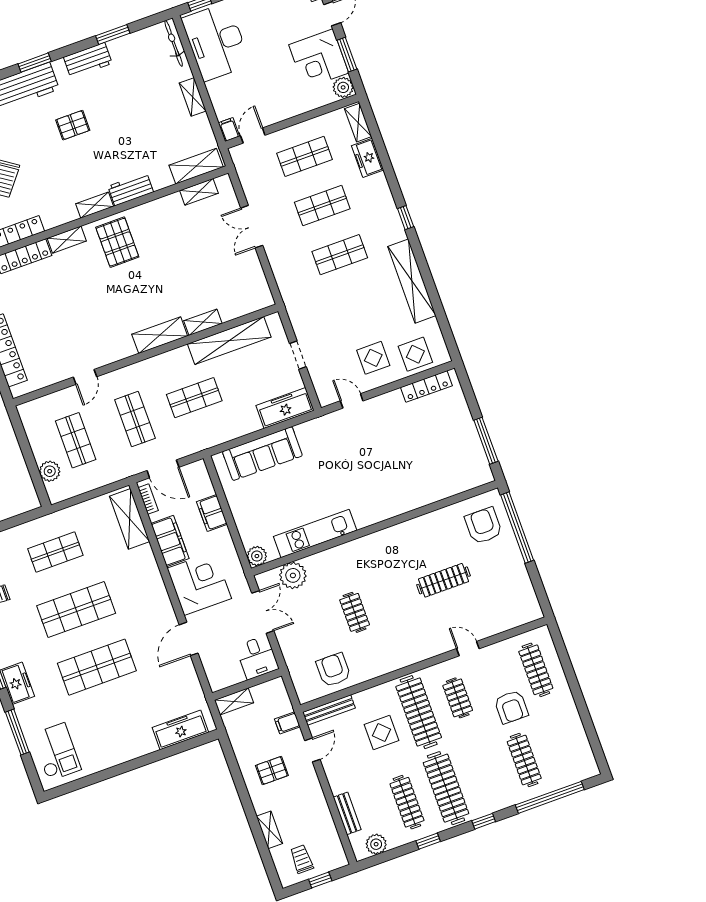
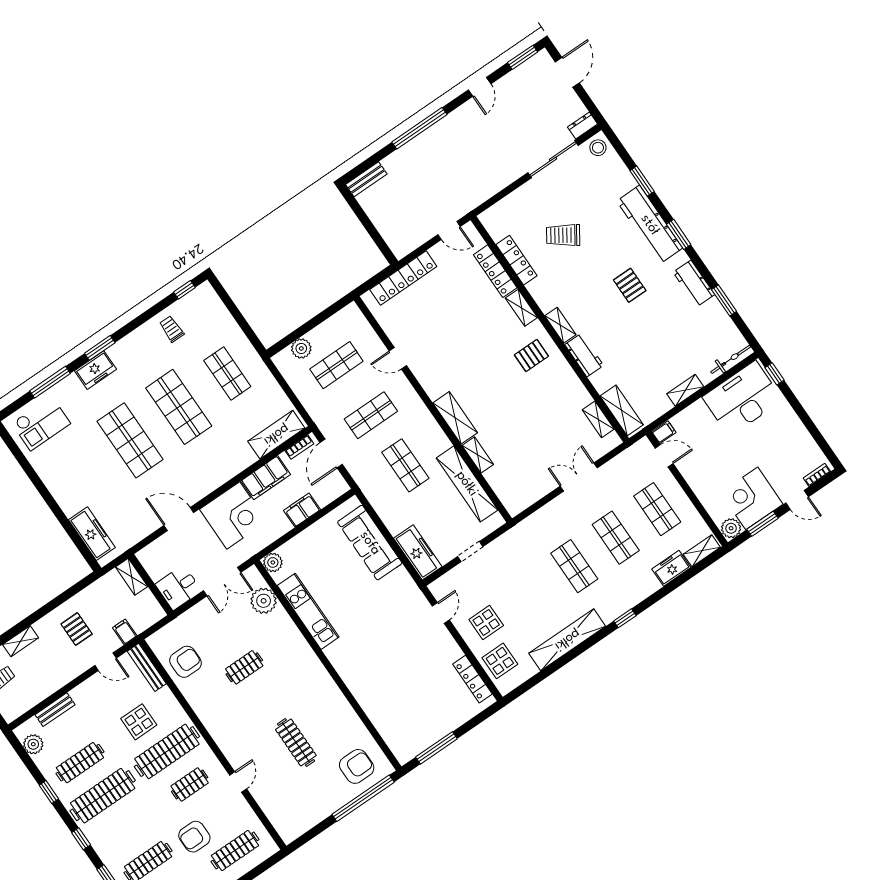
pallet: (117, 242) -> (531, 356), width x0.67, depth x0.71

